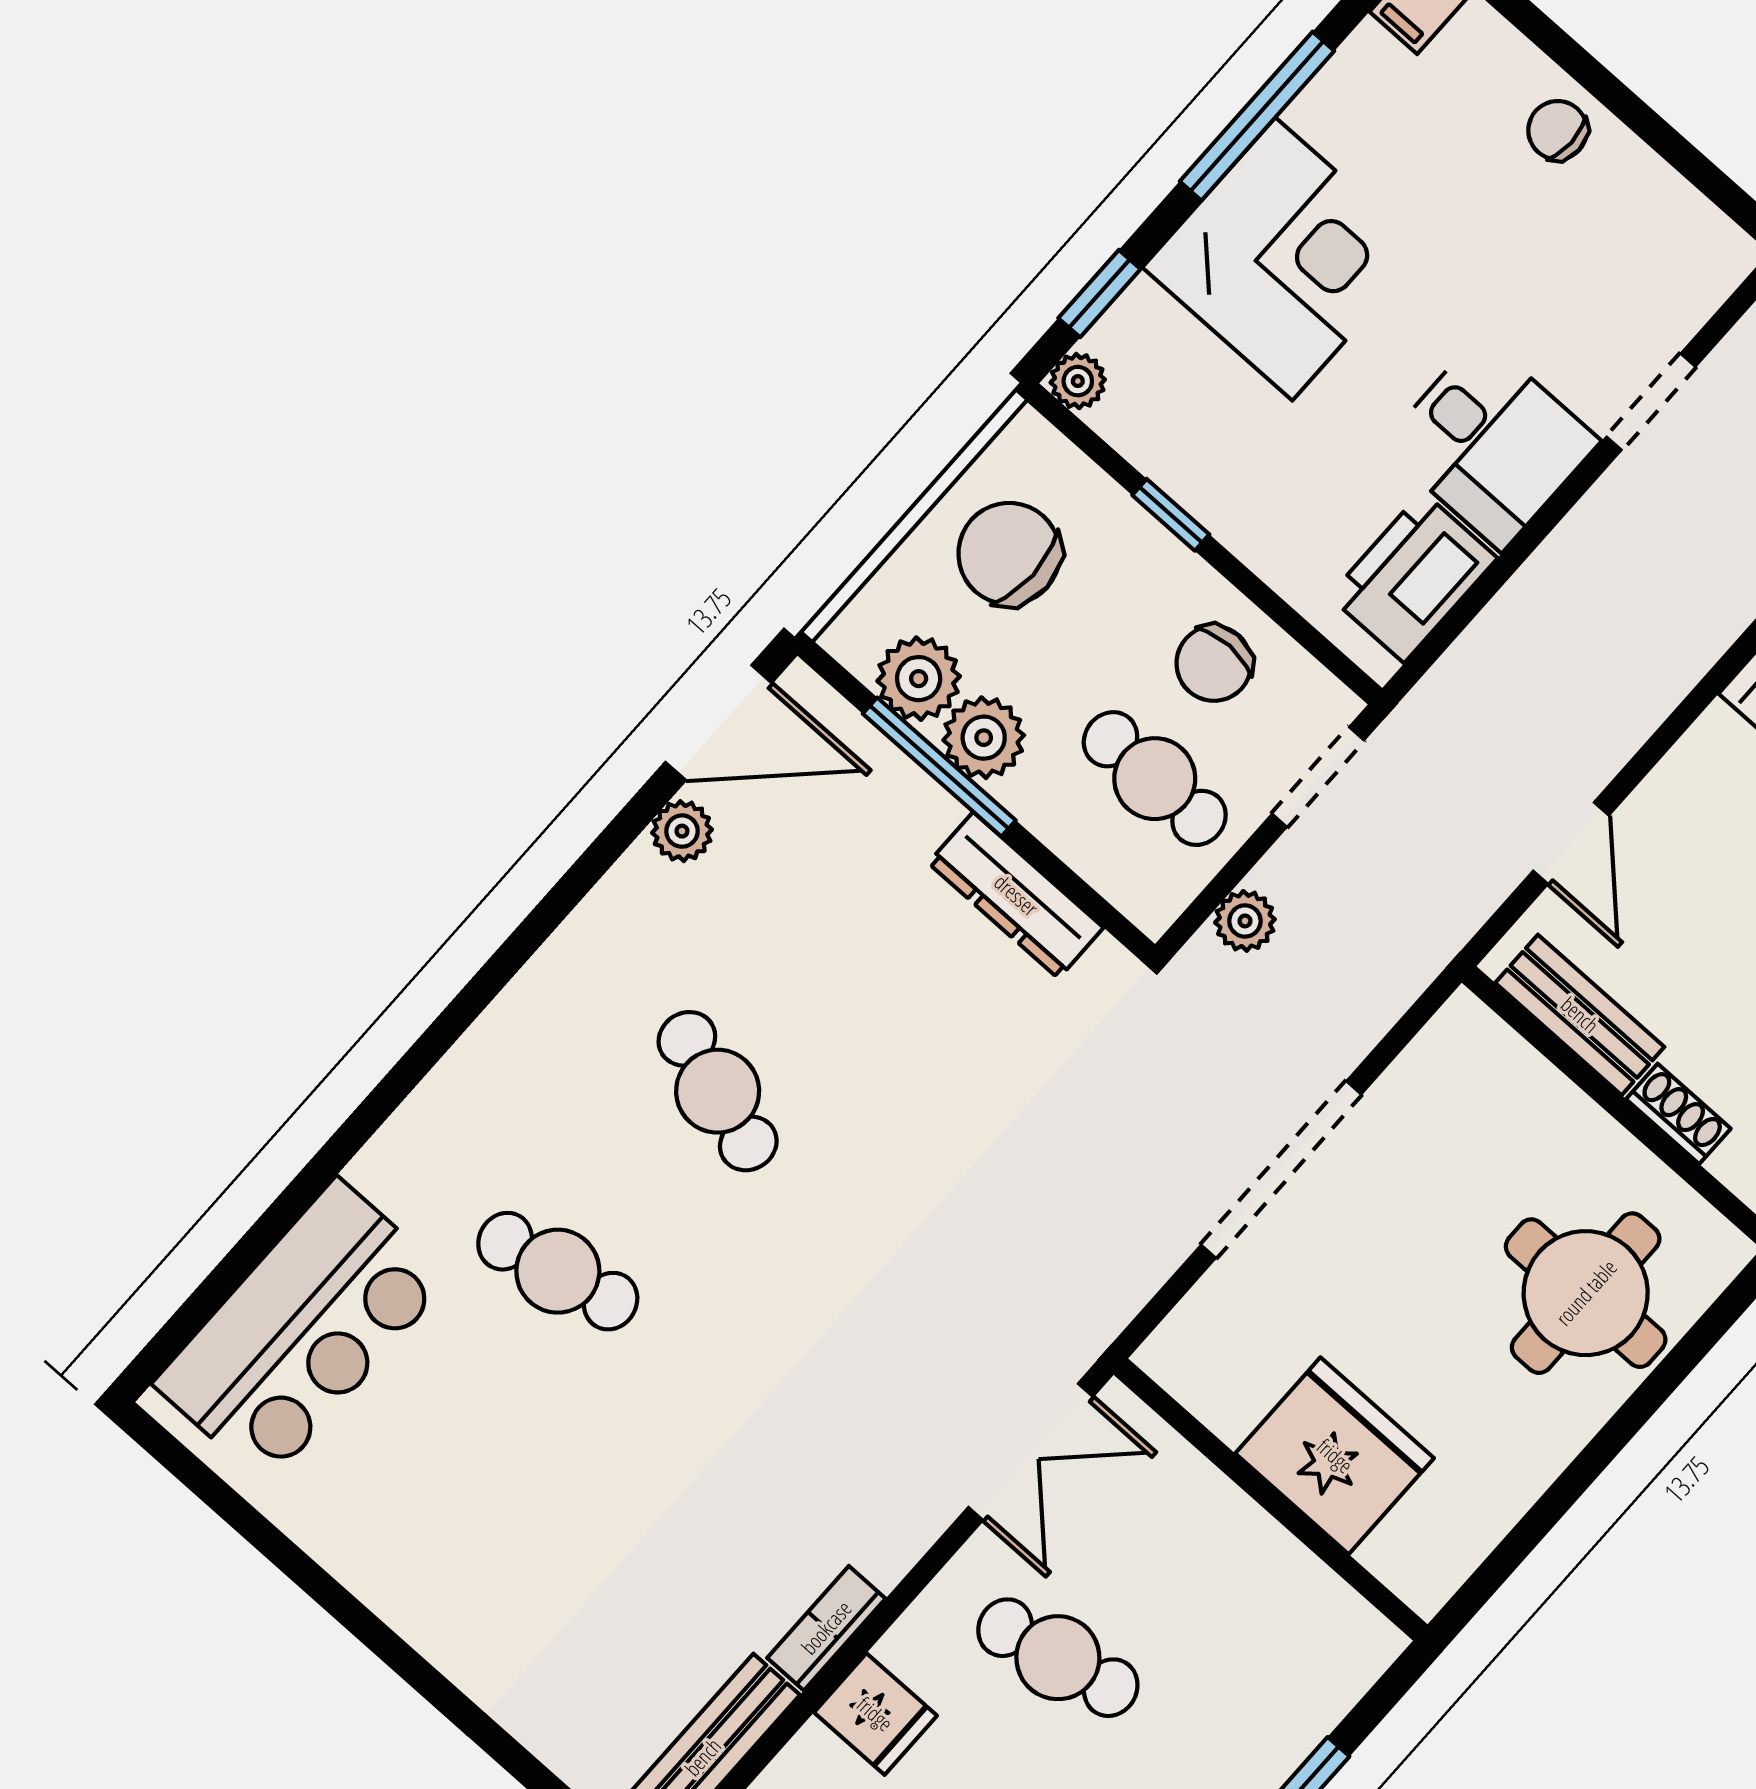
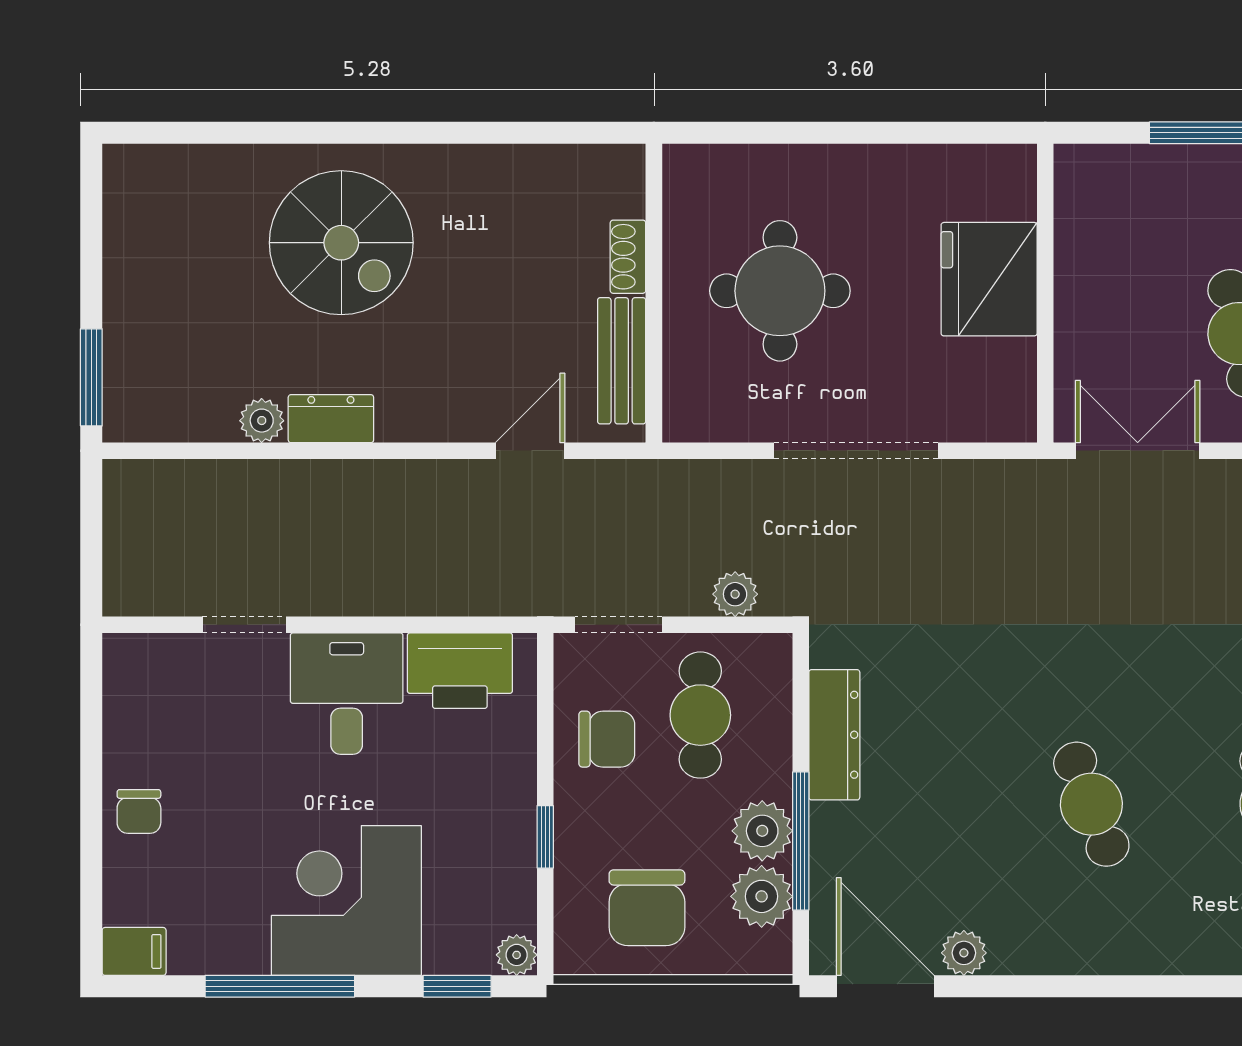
cafe table: (718, 1091) -> (1091, 804), turned -39
round table: (1586, 1293) -> (780, 291), moved

